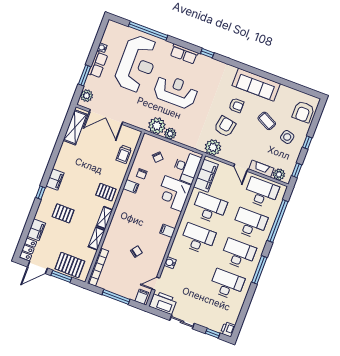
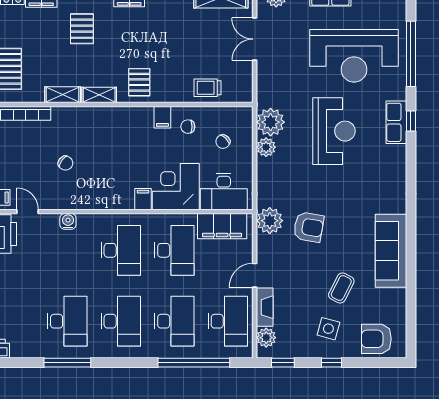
window: (207, 53) -> (411, 121), moved
armchair: (236, 105) -> (347, 232), removed
double door: (106, 117) -> (255, 39), width x0.73
filing cabinet: (168, 231) -> (143, 199), moved
window: (259, 270) -> (67, 363), moved

